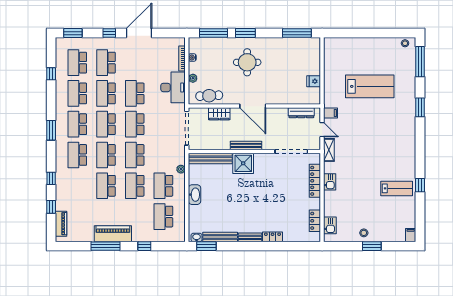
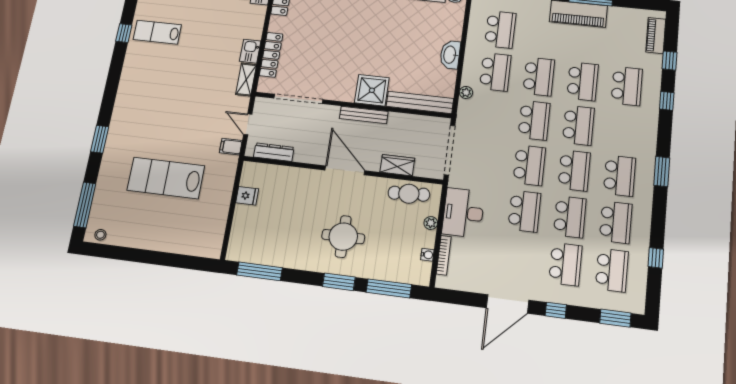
shelving: (329, 150) -> (246, 79), moved
school desk: (77, 155) -> (627, 86), moved

